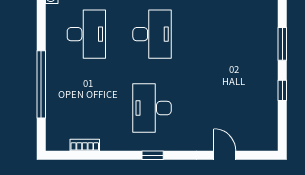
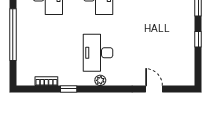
plant: (155, 144) -> (100, 80), added
window: (153, 155) -> (69, 89), moved

